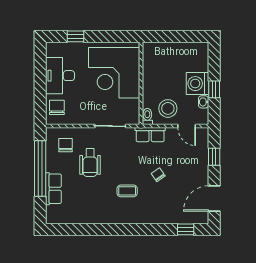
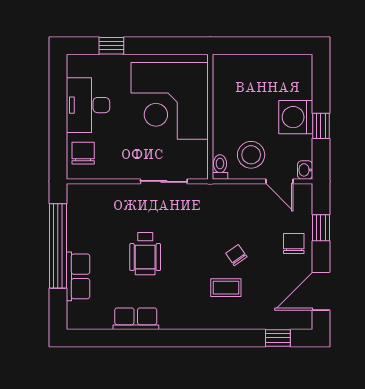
washbasin: (204, 102) -> (305, 170), moved
row of seats: (150, 135) -> (136, 319), moved, turned 180
chair: (65, 145) -> (294, 244), moved
wheelchair: (90, 163) -> (145, 254), moved
coffee table: (127, 191) -> (226, 288), moved

